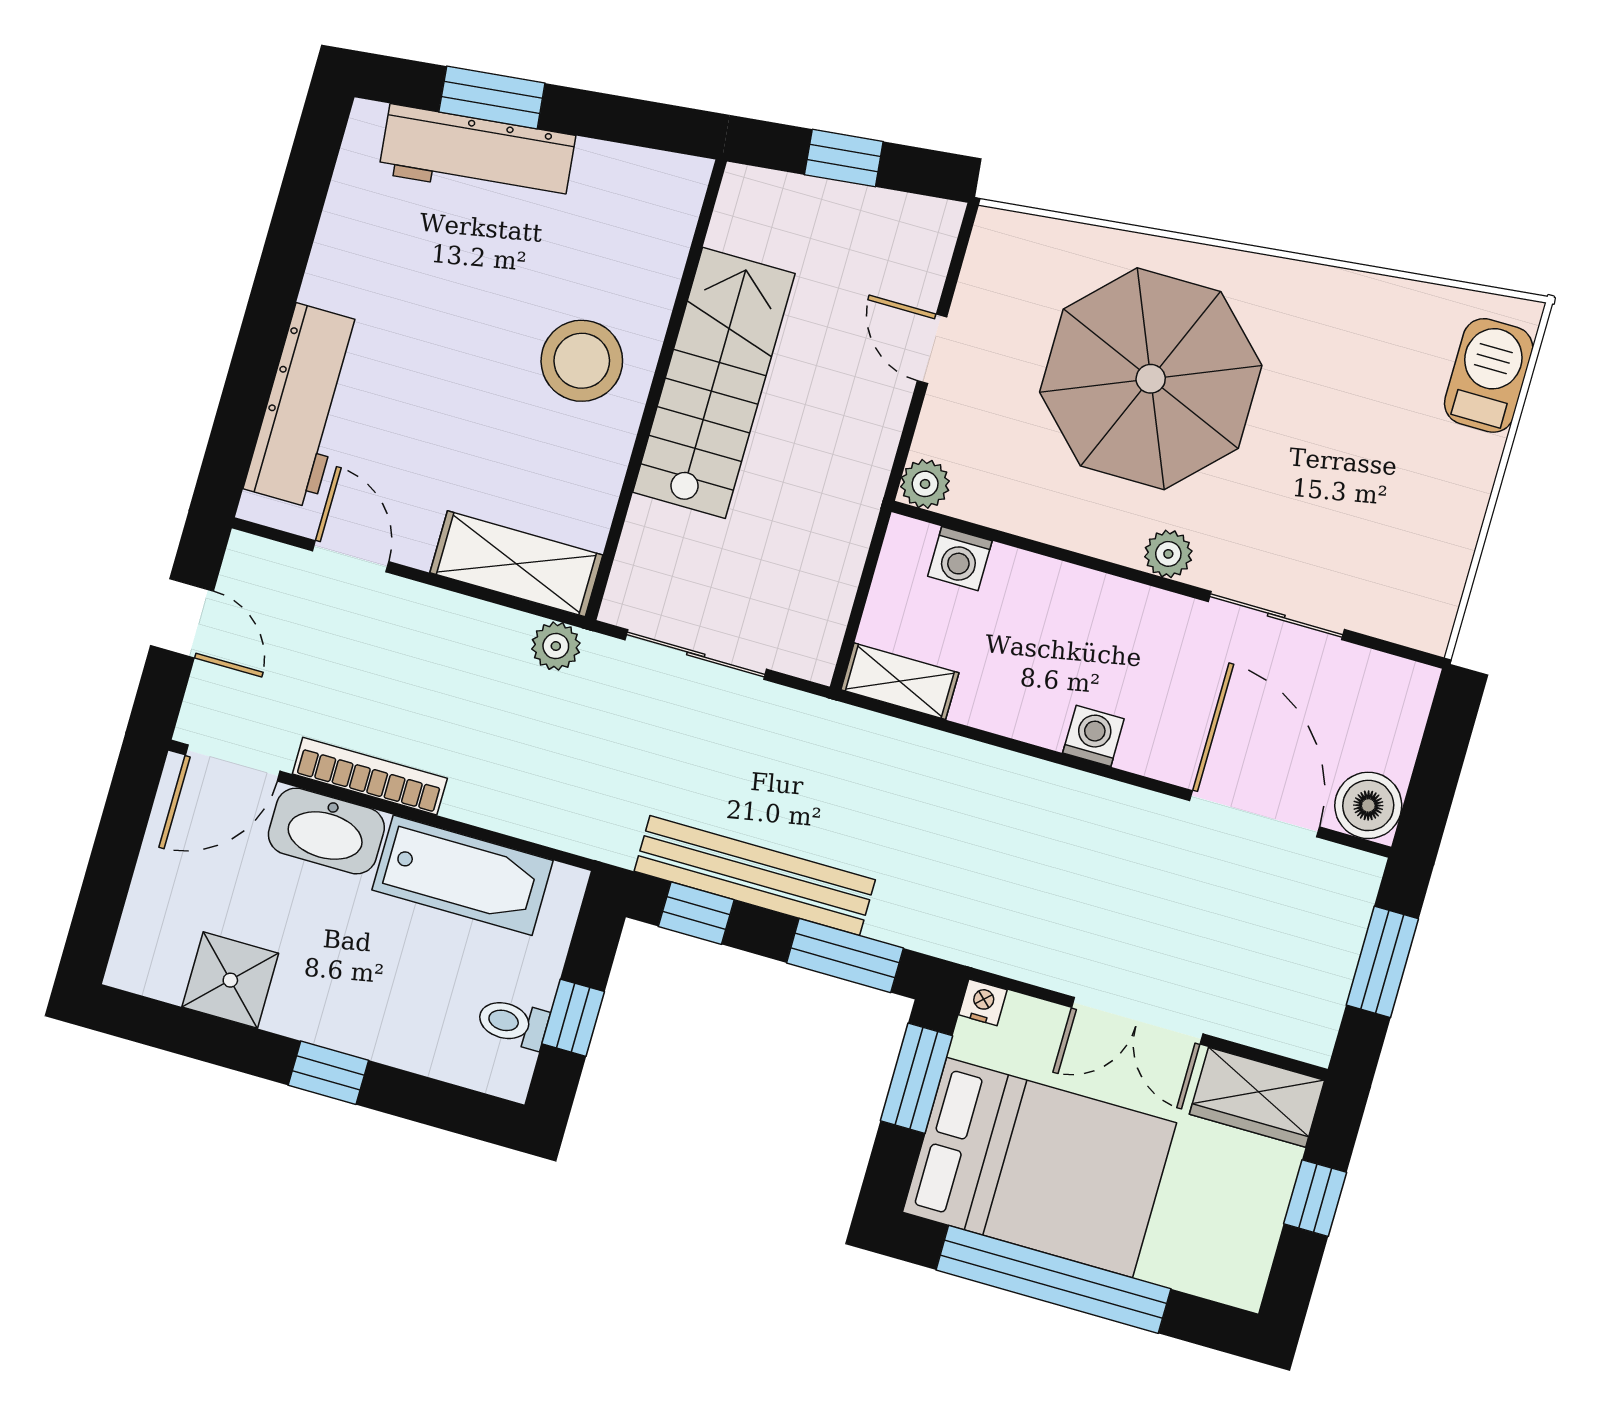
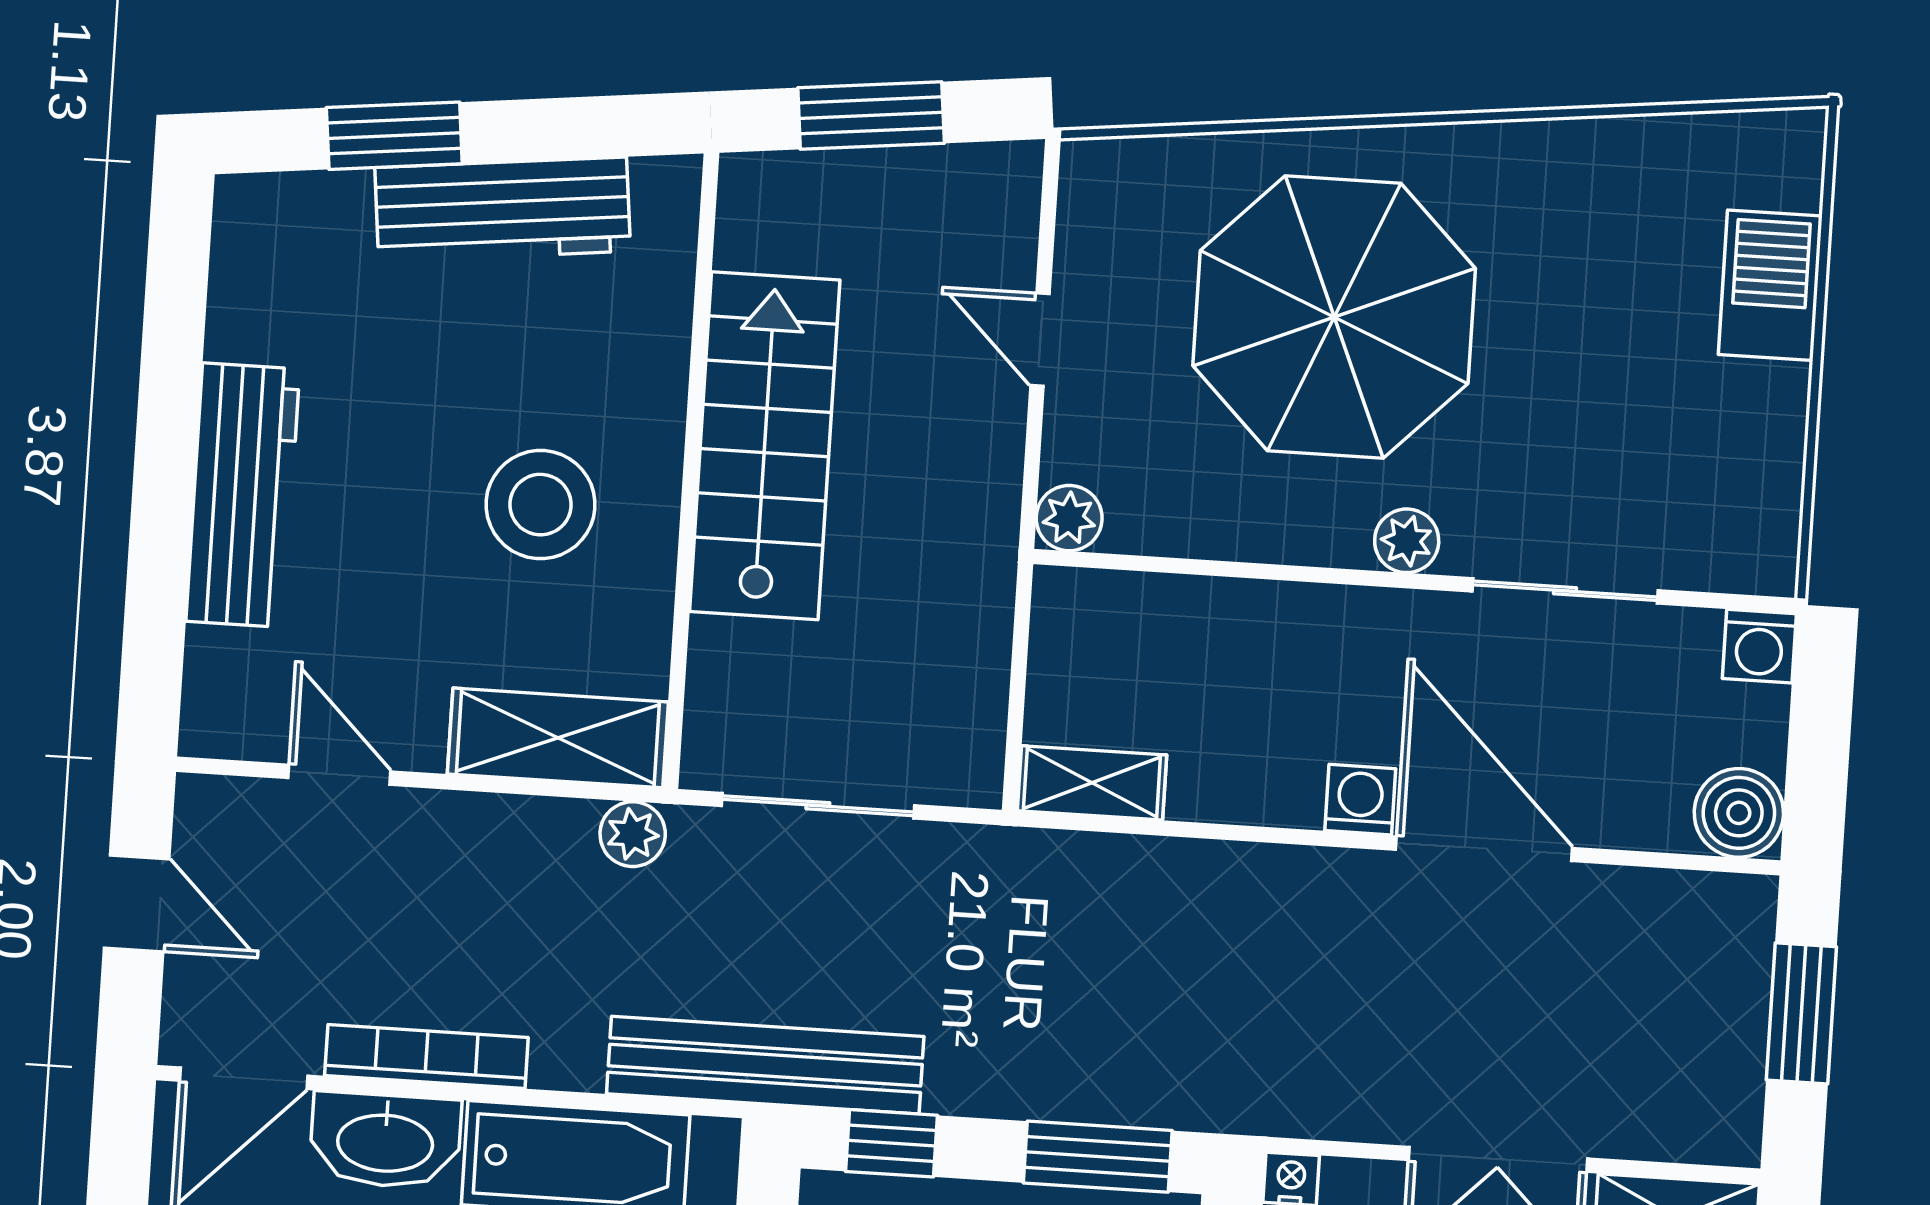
workbench: (477, 154) -> (503, 209), moved
window: (844, 158) -> (871, 115), width x1.50
stool: (582, 361) -> (541, 505), moved
barbecue: (1489, 375) -> (1770, 285), moved
workbench: (305, 406) -> (243, 495), moved
washing machine: (960, 559) -> (1759, 646), moved
door: (1255, 814) -> (1484, 849), moved
bench: (755, 875) -> (765, 1065), moved

